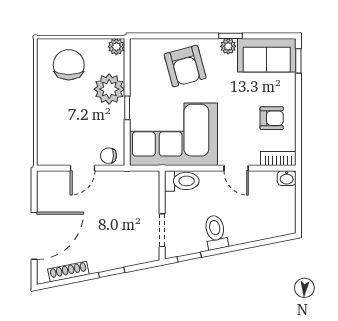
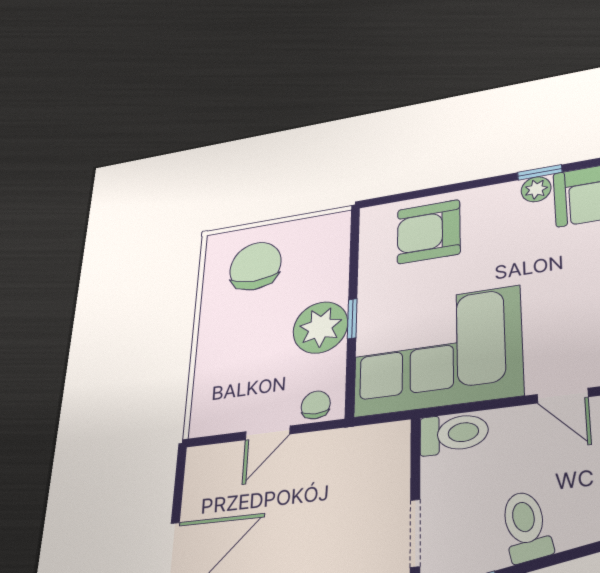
plant: (116, 47) -> (337, 225), removed
armchair: (185, 66) -> (429, 232), moved, turned 105
plant: (109, 89) -> (320, 327), moved
chair: (108, 156) -> (316, 405), turned 88

